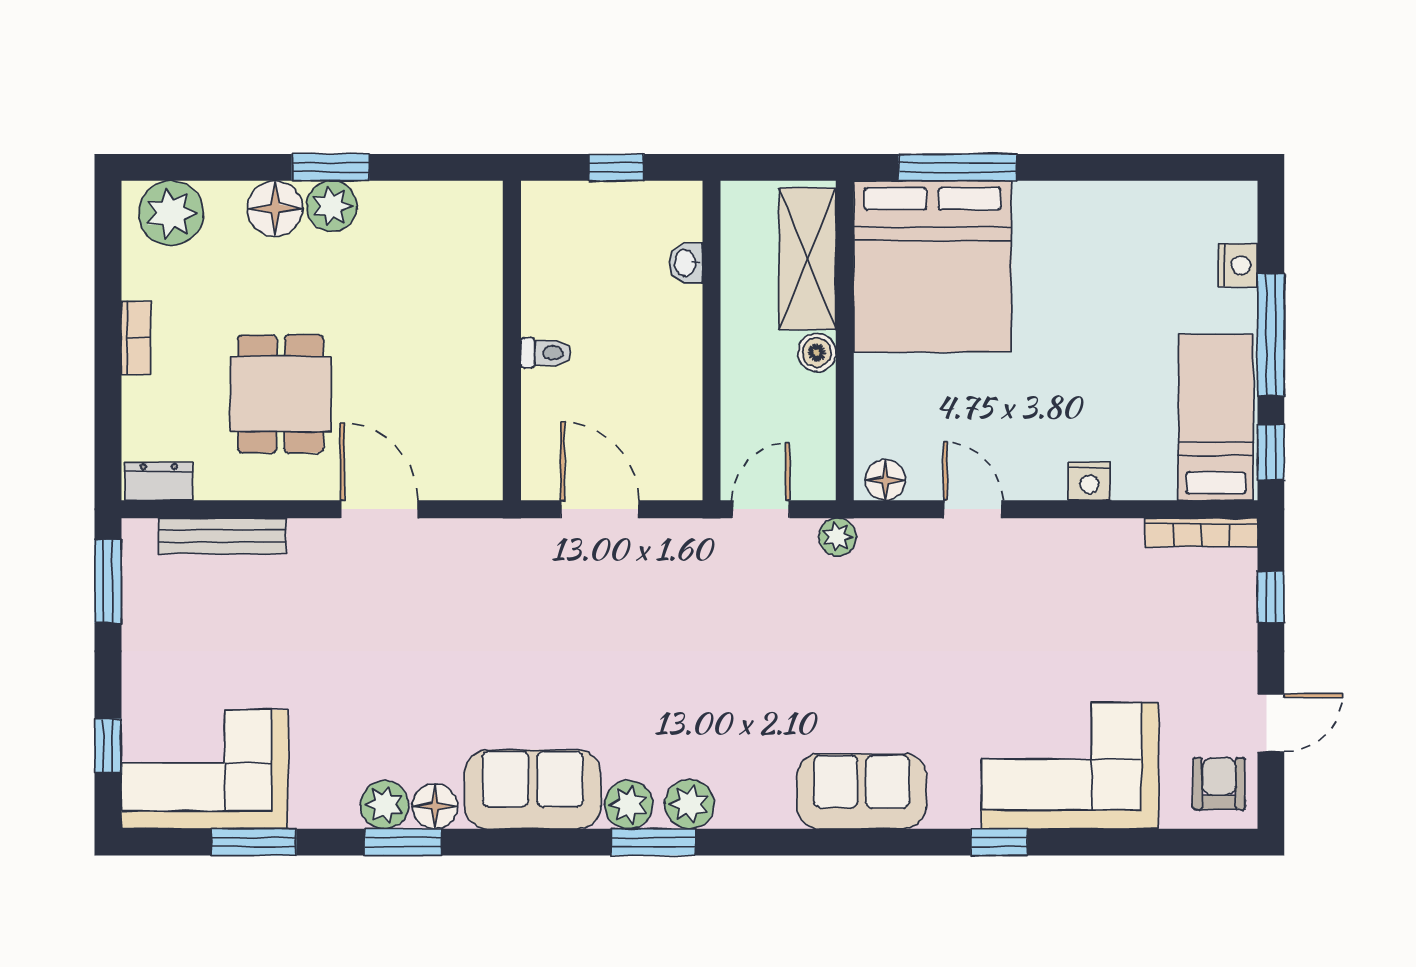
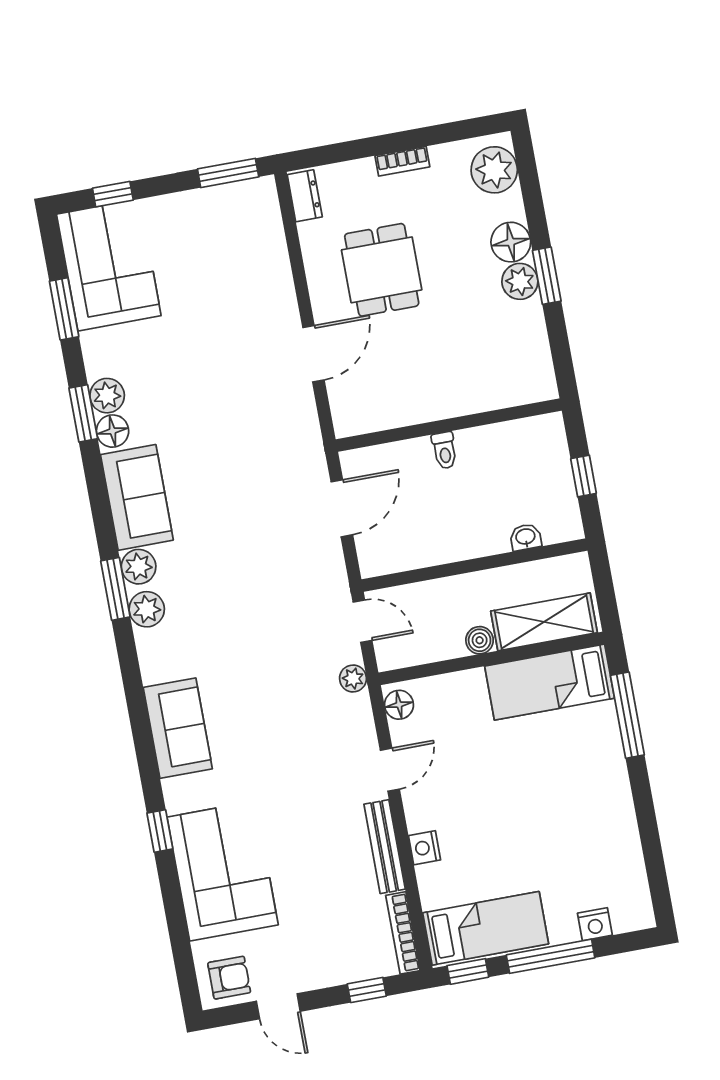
bed: (933, 266) -> (550, 682), width x0.49
dining table: (281, 394) -> (382, 270), turned 90
bench: (222, 536) -> (385, 847), moved

